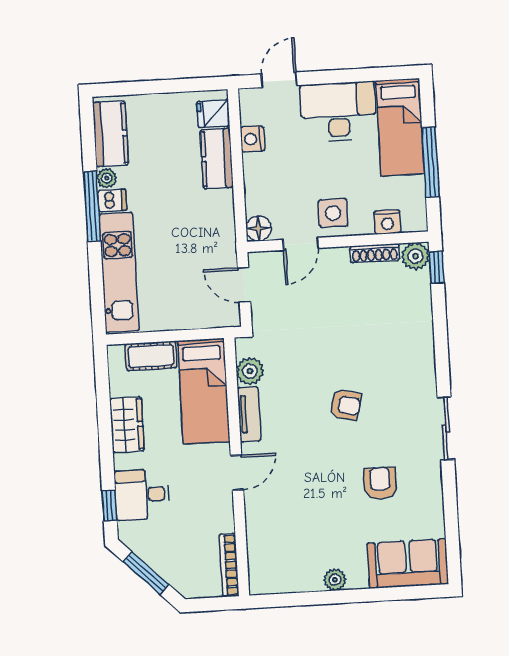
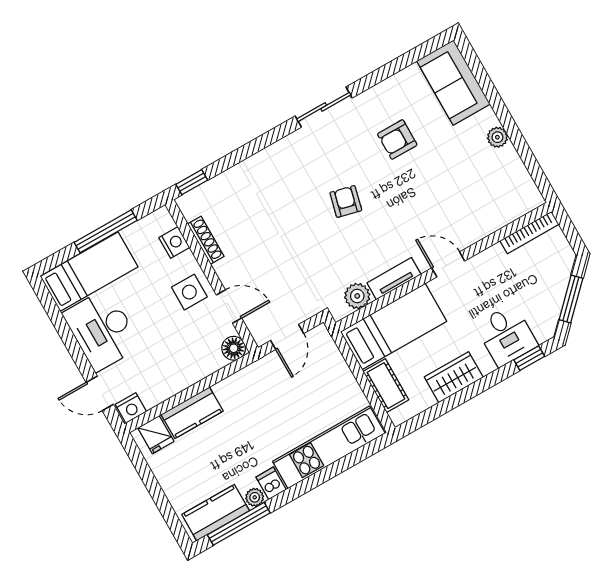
nightstand: (252, 139) -> (131, 408), moved
window: (92, 206) -> (239, 524), moved
plant: (415, 256) -> (191, 205), removed

